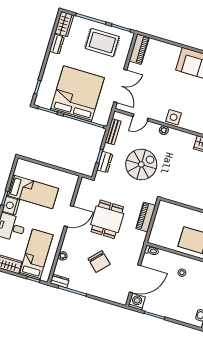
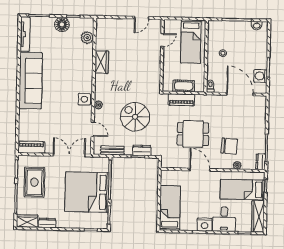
bed: (33, 192) -> (170, 208), moved
cot: (159, 223) -> (184, 86), added
chair: (99, 261) -> (229, 146), moved, turned 51
washing machine: (137, 302) -> (260, 76), moved

